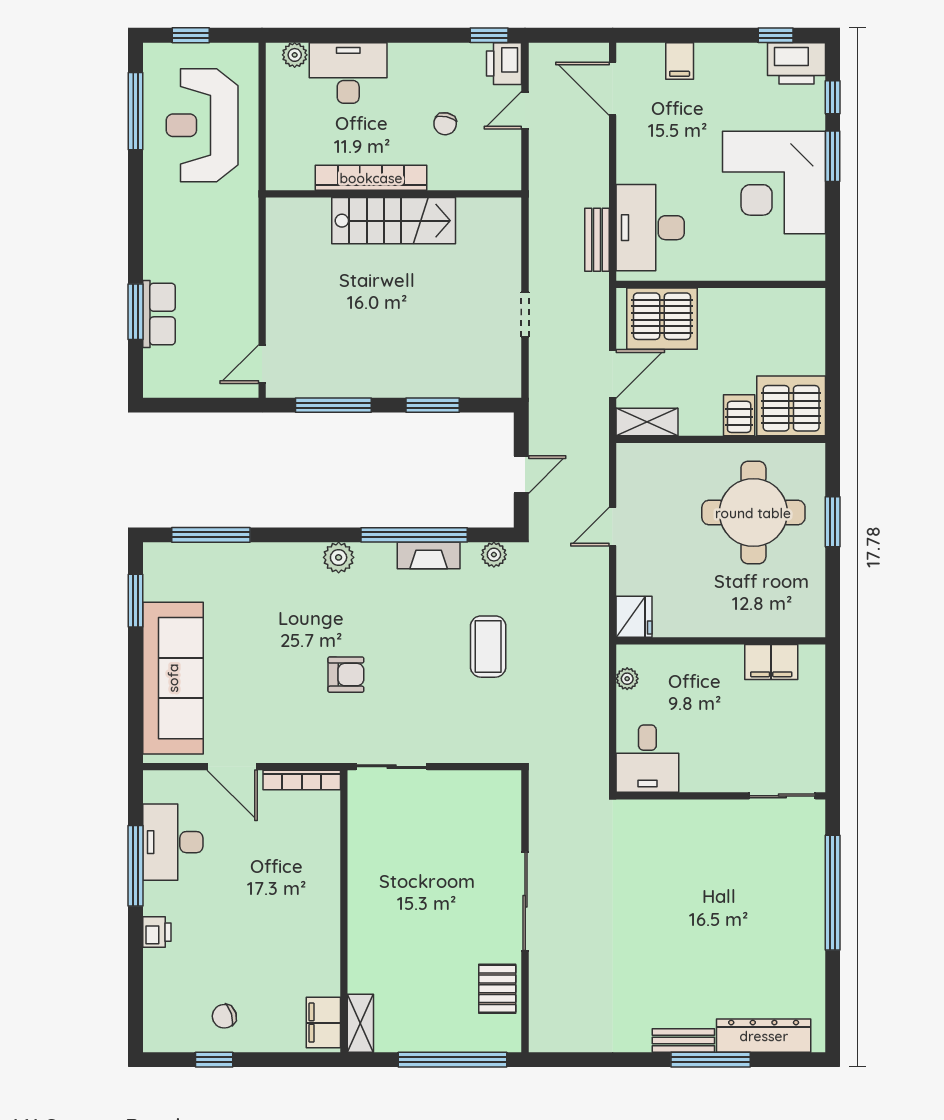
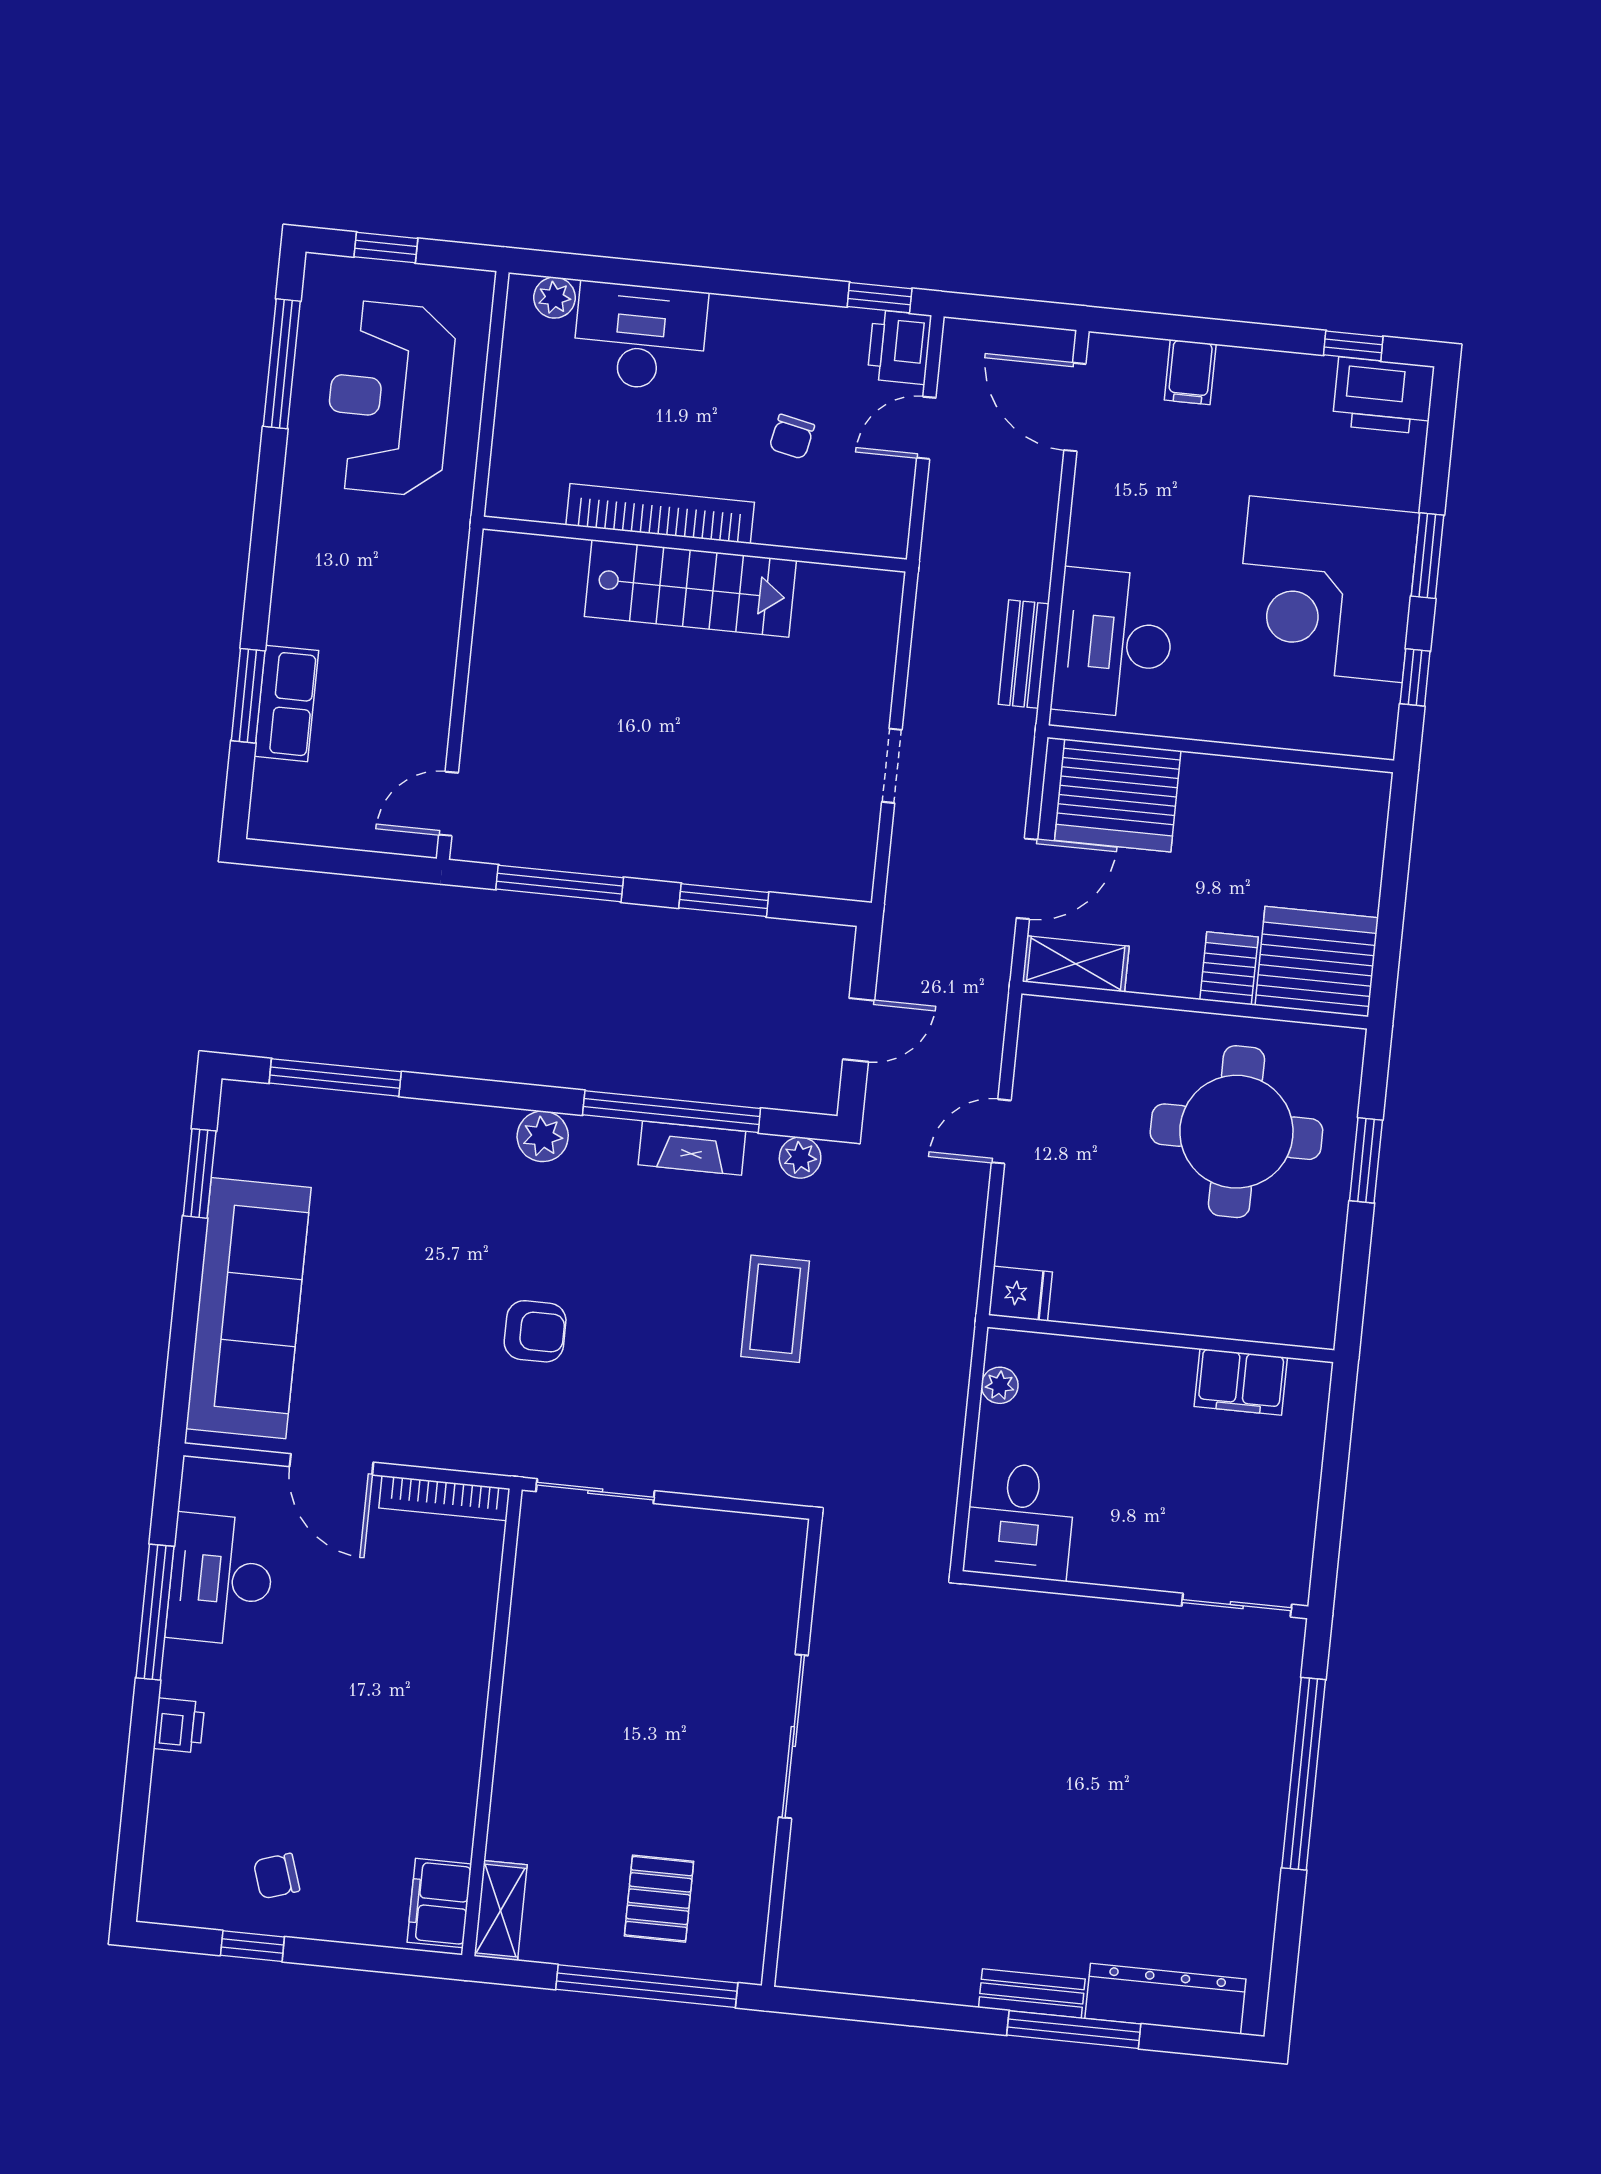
window: (833, 97) -> (1415, 677), moved
fridge: (634, 617) -> (1020, 1294), width x0.72
pallet: (497, 989) -> (659, 1899), moved

